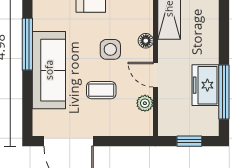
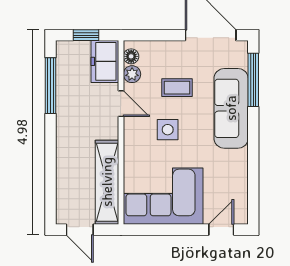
floor lamp: (146, 41) -> (131, 56), moved
window: (27, 44) -> (253, 80), moved
freezer: (206, 85) -> (105, 61), moved, turned 180

